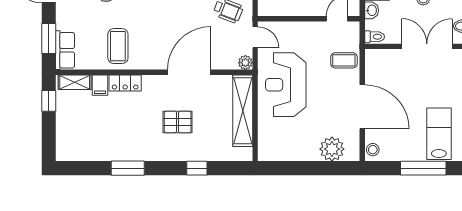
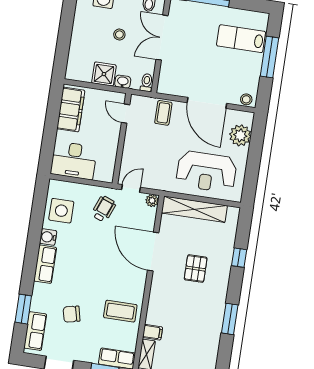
locker: (125, 83) -> (154, 310), removed
reception desk: (286, 85) -> (206, 172), moved
door: (362, 107) -> (207, 103), swing flipped

